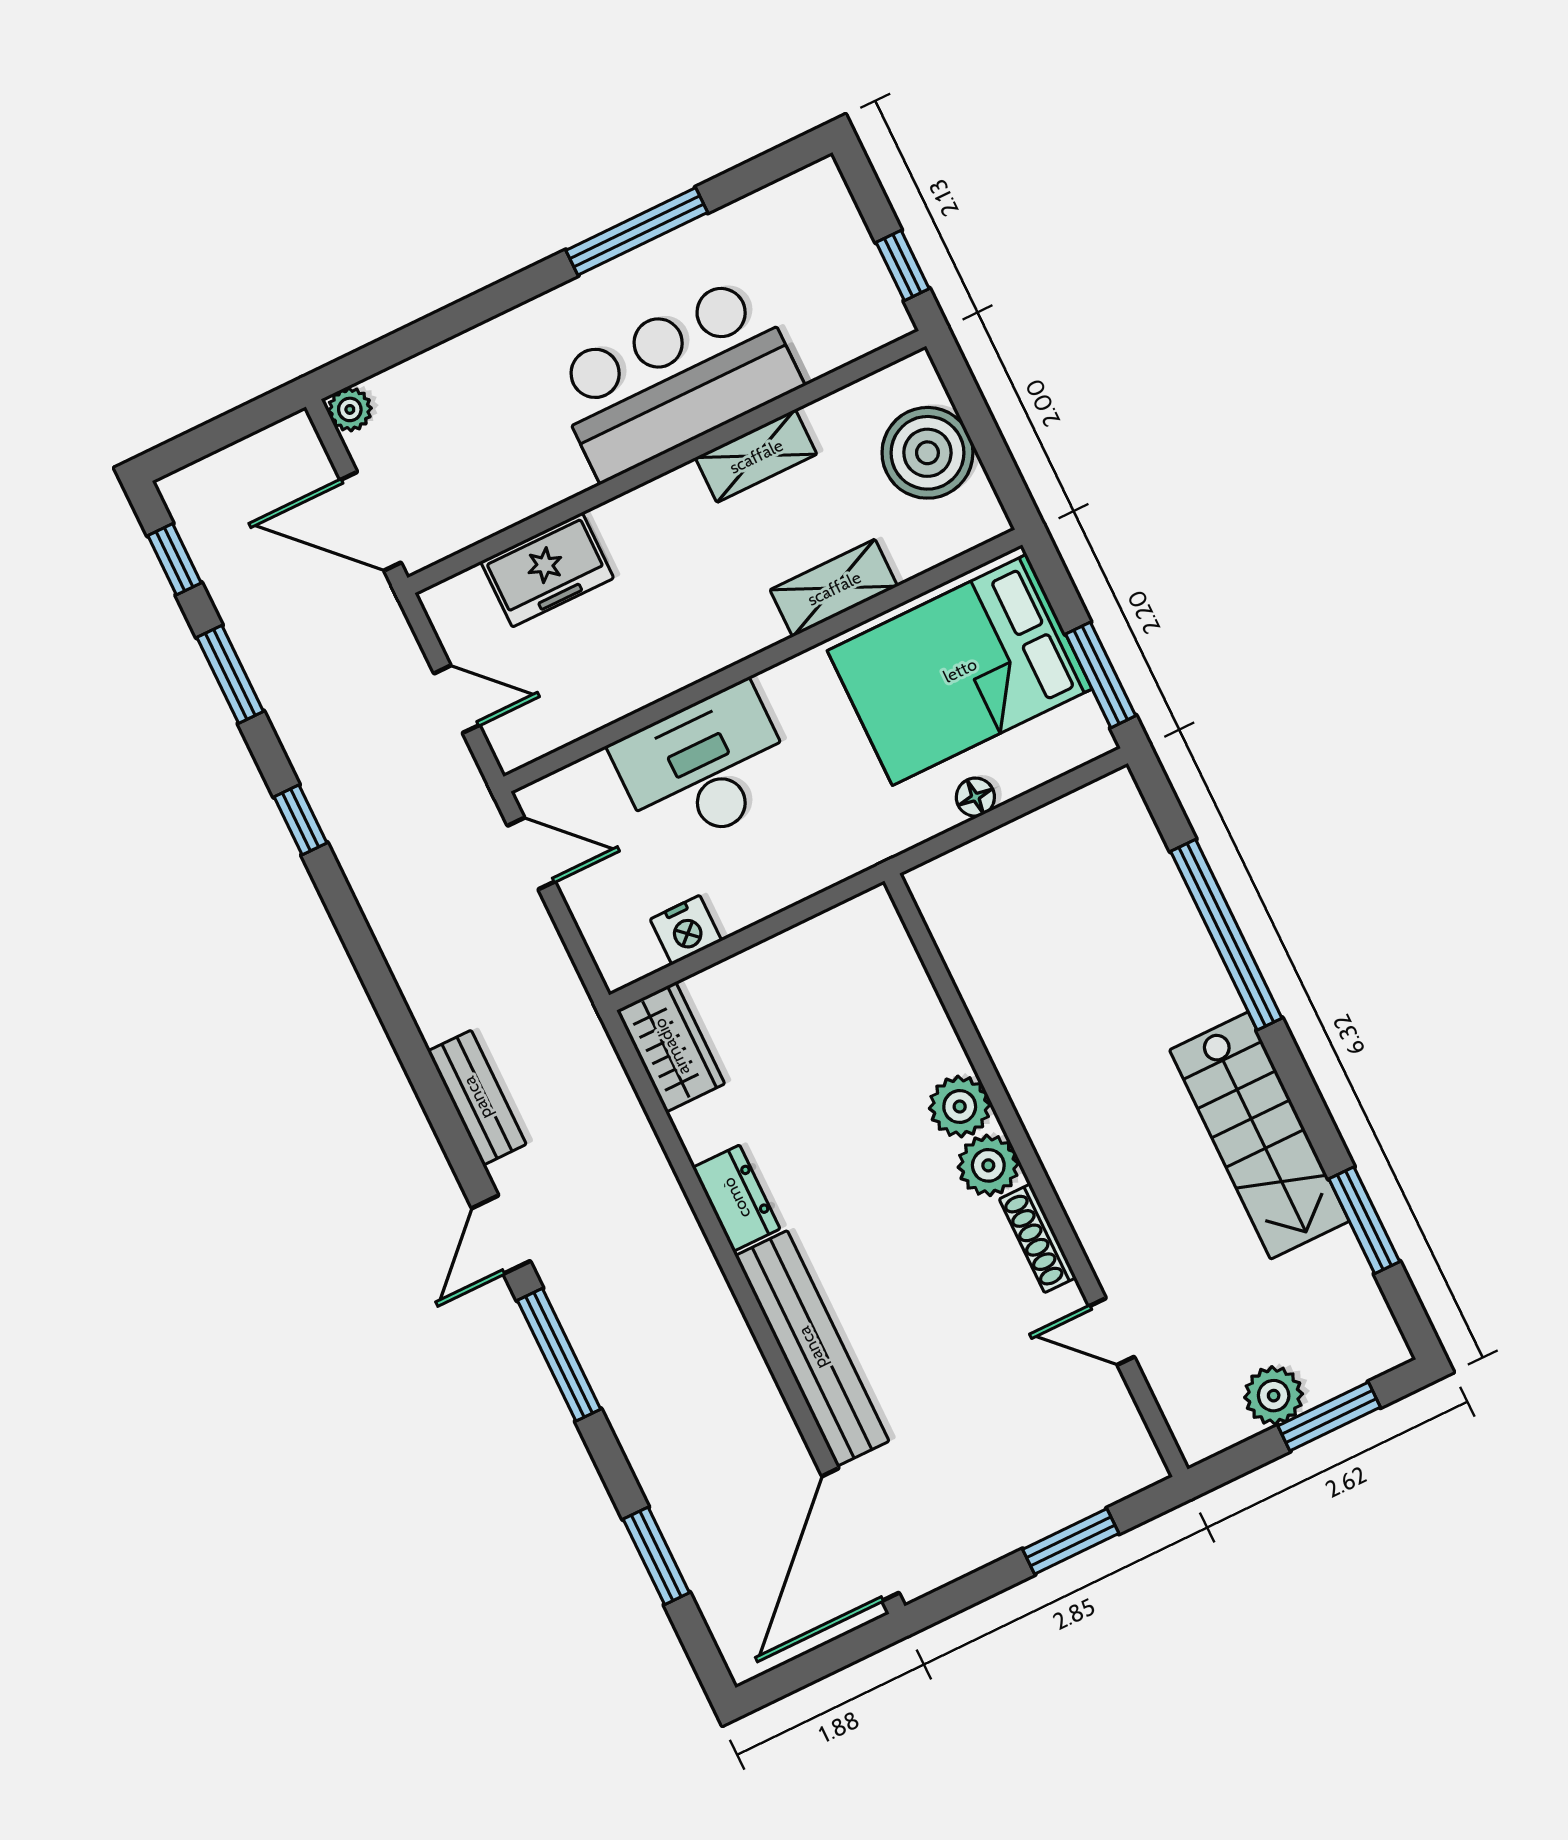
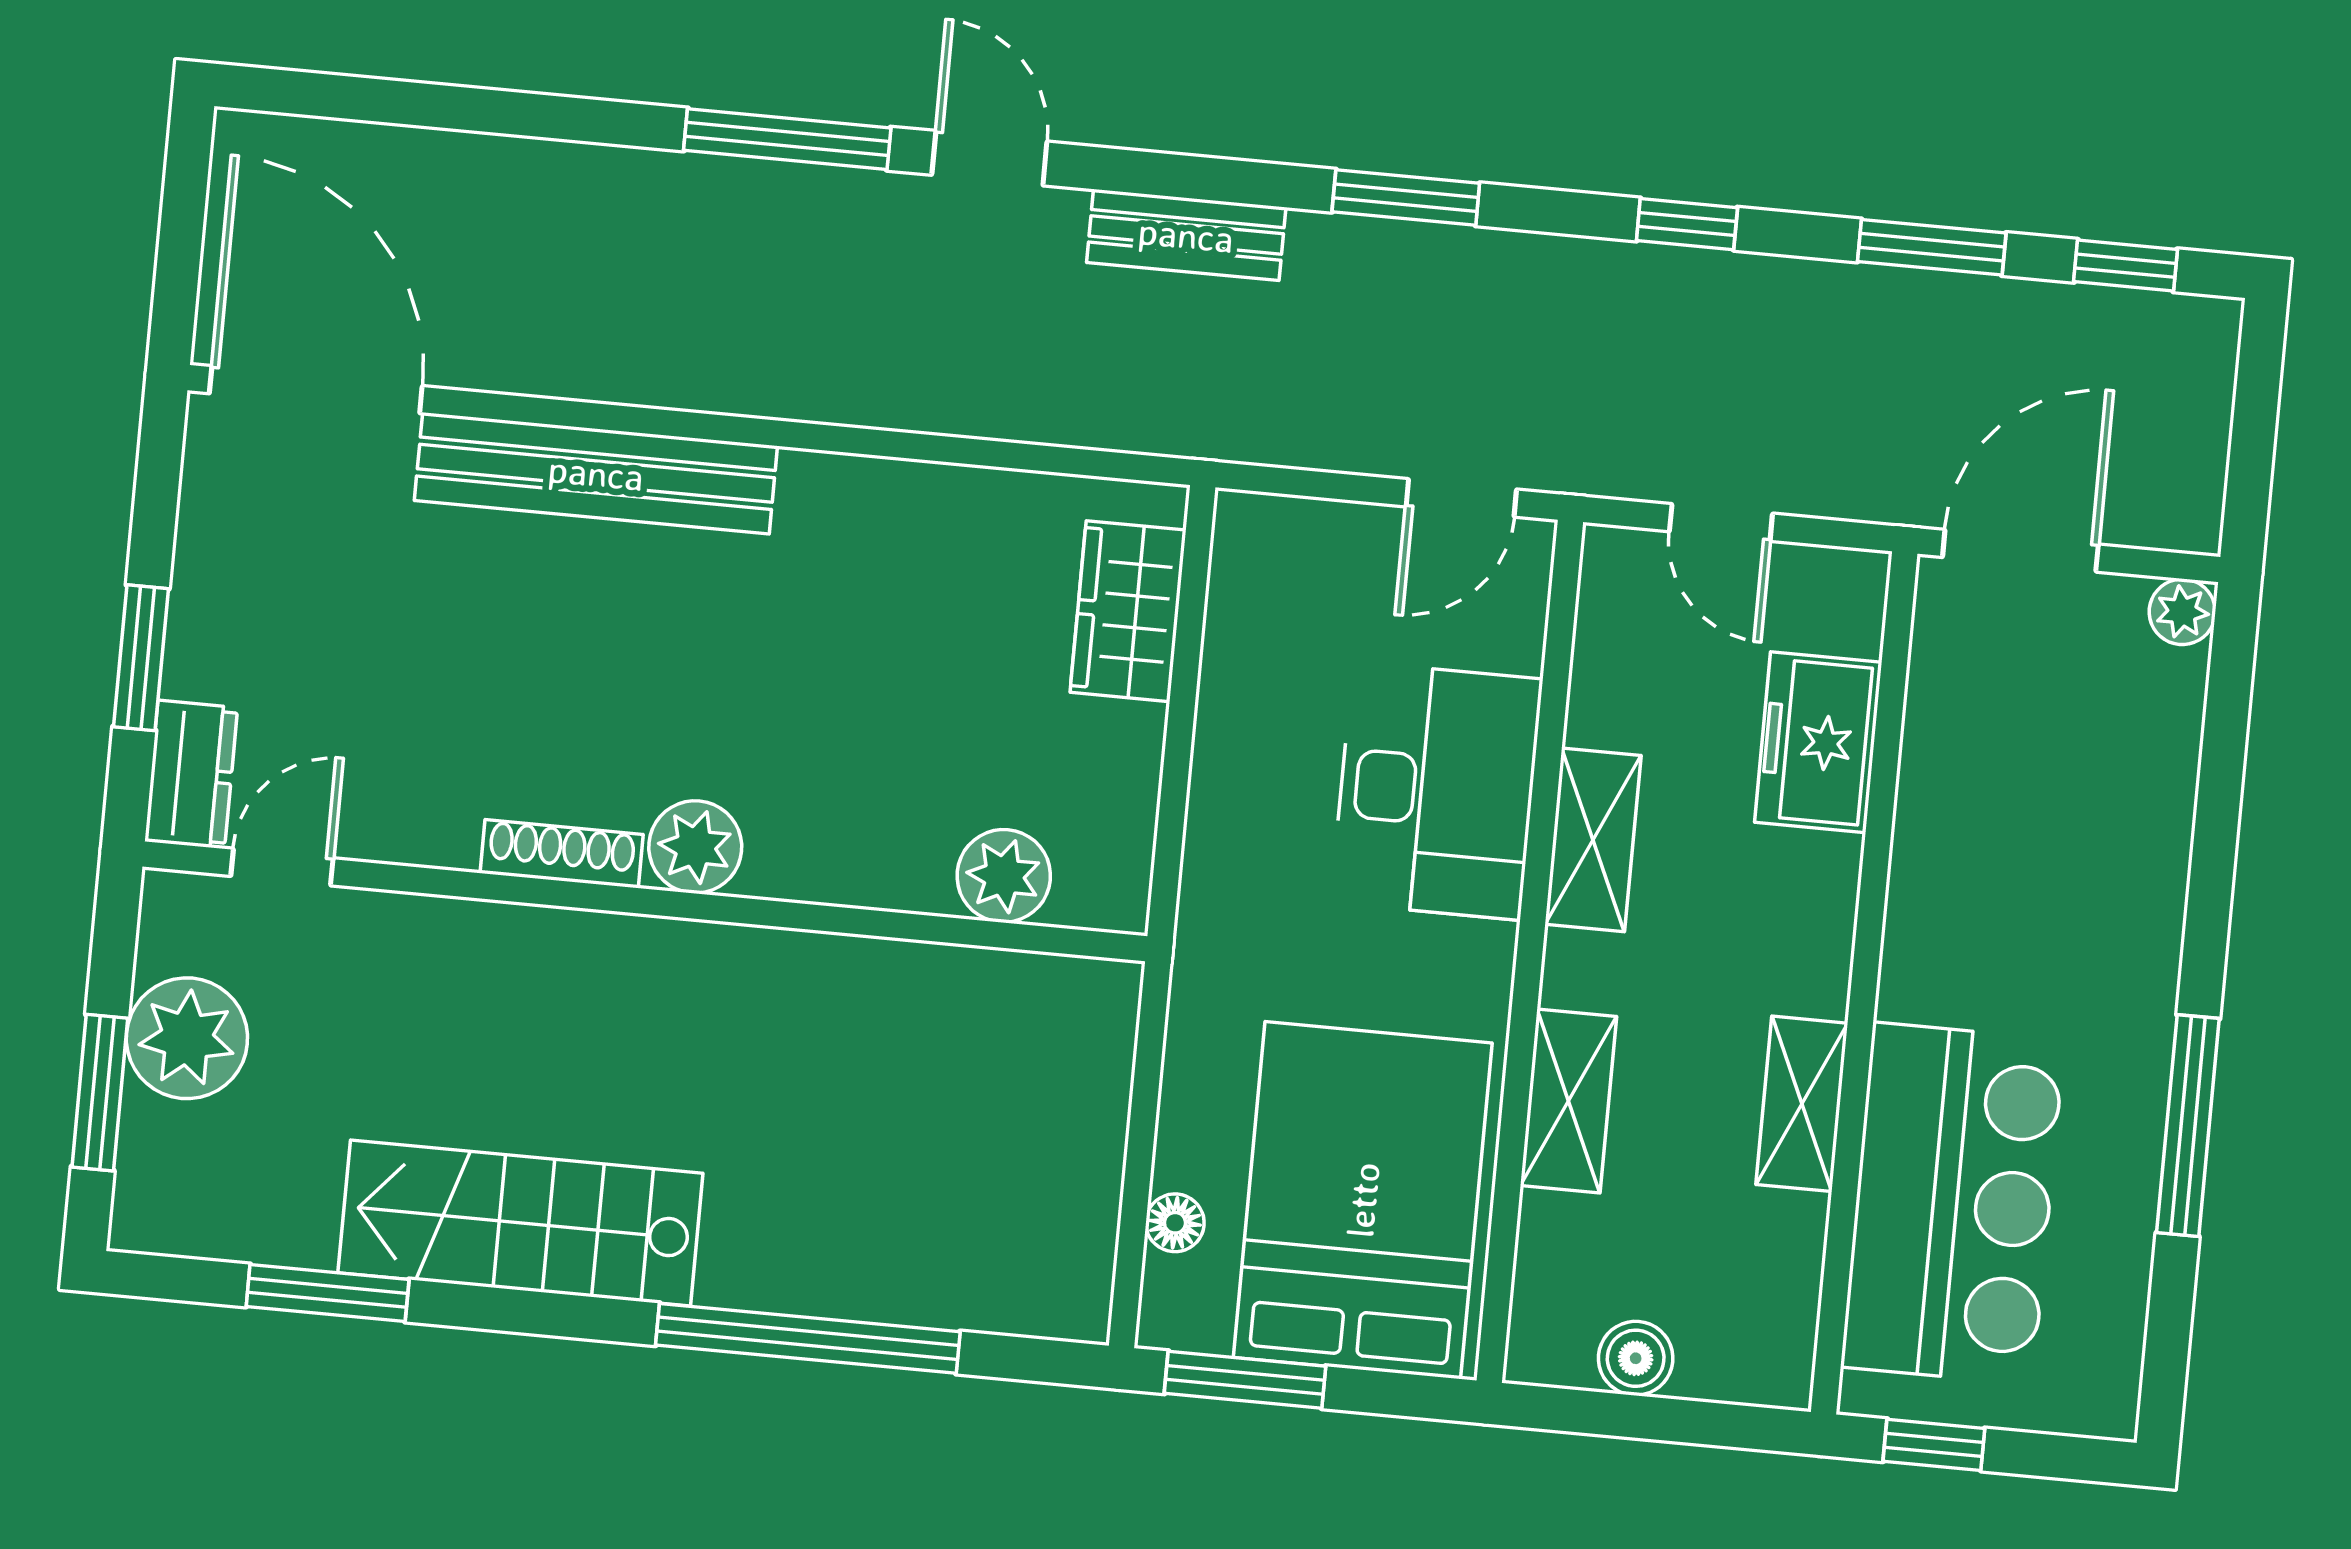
bar counter: (675, 378) -> (1953, 1203), moved
boiler: (927, 453) -> (1636, 1358), width x0.54, depth x0.54
shelving: (679, 663) -> (1593, 840), added
door: (457, 699) -> (1721, 522), hinge flipped
floor lamp: (975, 797) -> (1175, 1223), moved
nightstand: (686, 930) -> (1240, 639), removed
wardrobe: (671, 1047) -> (1128, 611), moved, turned 90
plant: (960, 1106) -> (1004, 876), moved
dresser: (736, 1198) -> (191, 774), moved, turned -90
door: (1112, 1332) -> (282, 867), moved
plant: (1274, 1396) -> (187, 1038), width x1.36, depth x1.36
window: (656, 1556) -> (1406, 198), moved

